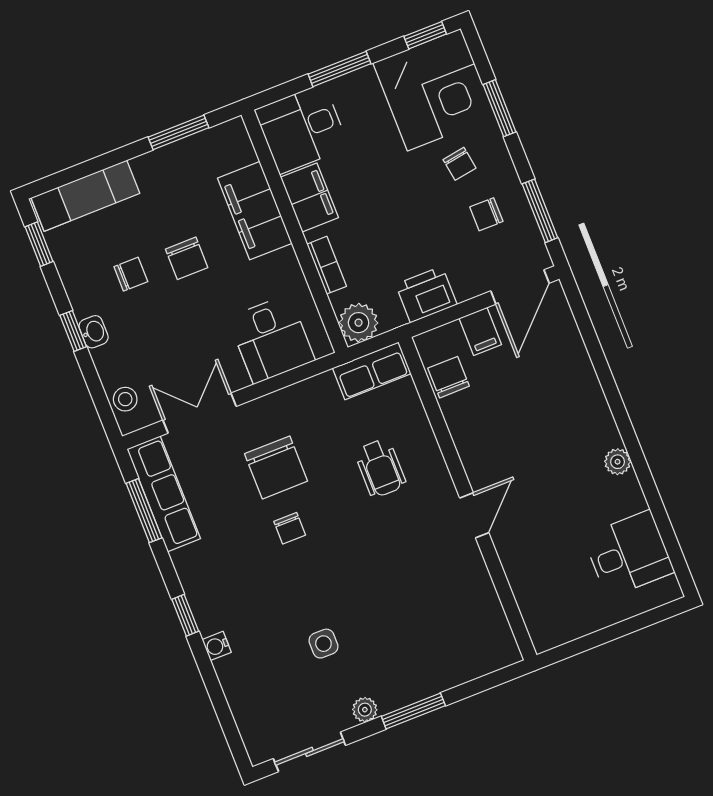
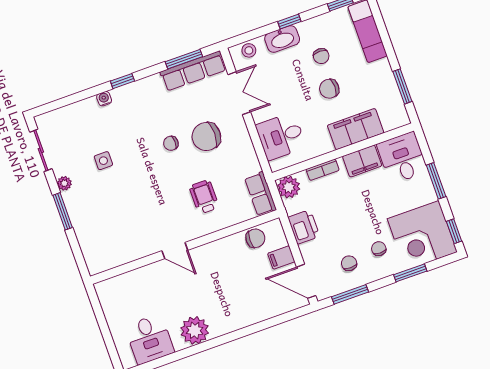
chair: (459, 164) -> (379, 249), turned 99
washbasin: (94, 332) -> (282, 39), width x1.91, depth x1.45
plant: (618, 462) -> (195, 330), width x1.87, depth x1.87
wheelchair: (380, 468) -> (204, 197), turned 90

